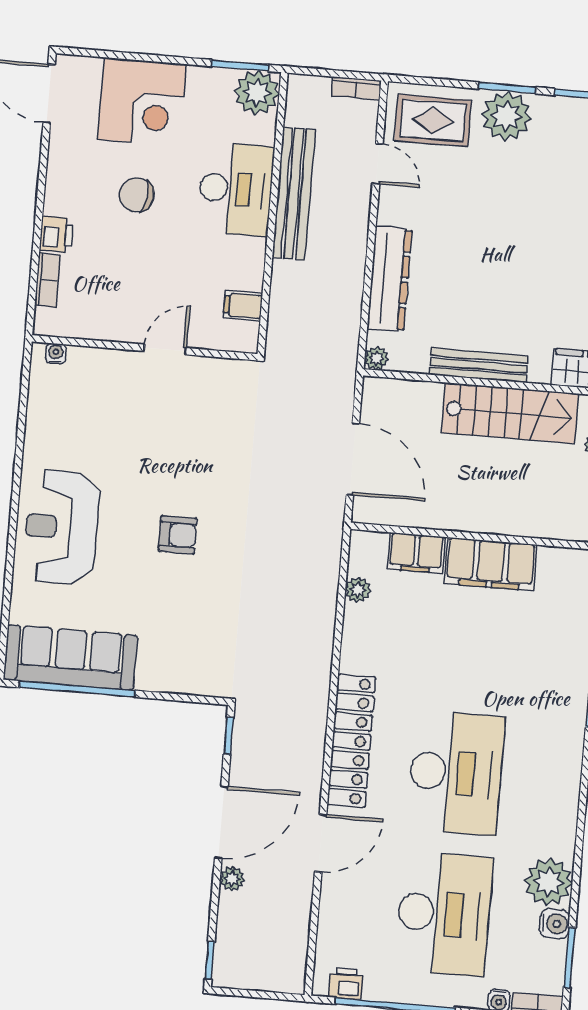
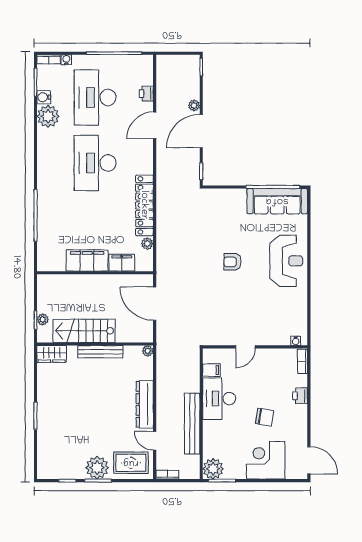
desk: (236, 189) -> (219, 399), moved
dresser: (390, 279) -> (145, 404), moved
bookcase: (47, 280) -> (302, 361), moved
locker: (351, 741) -> (144, 205), moved
printer: (346, 984) -> (146, 94), moved, turned 90

